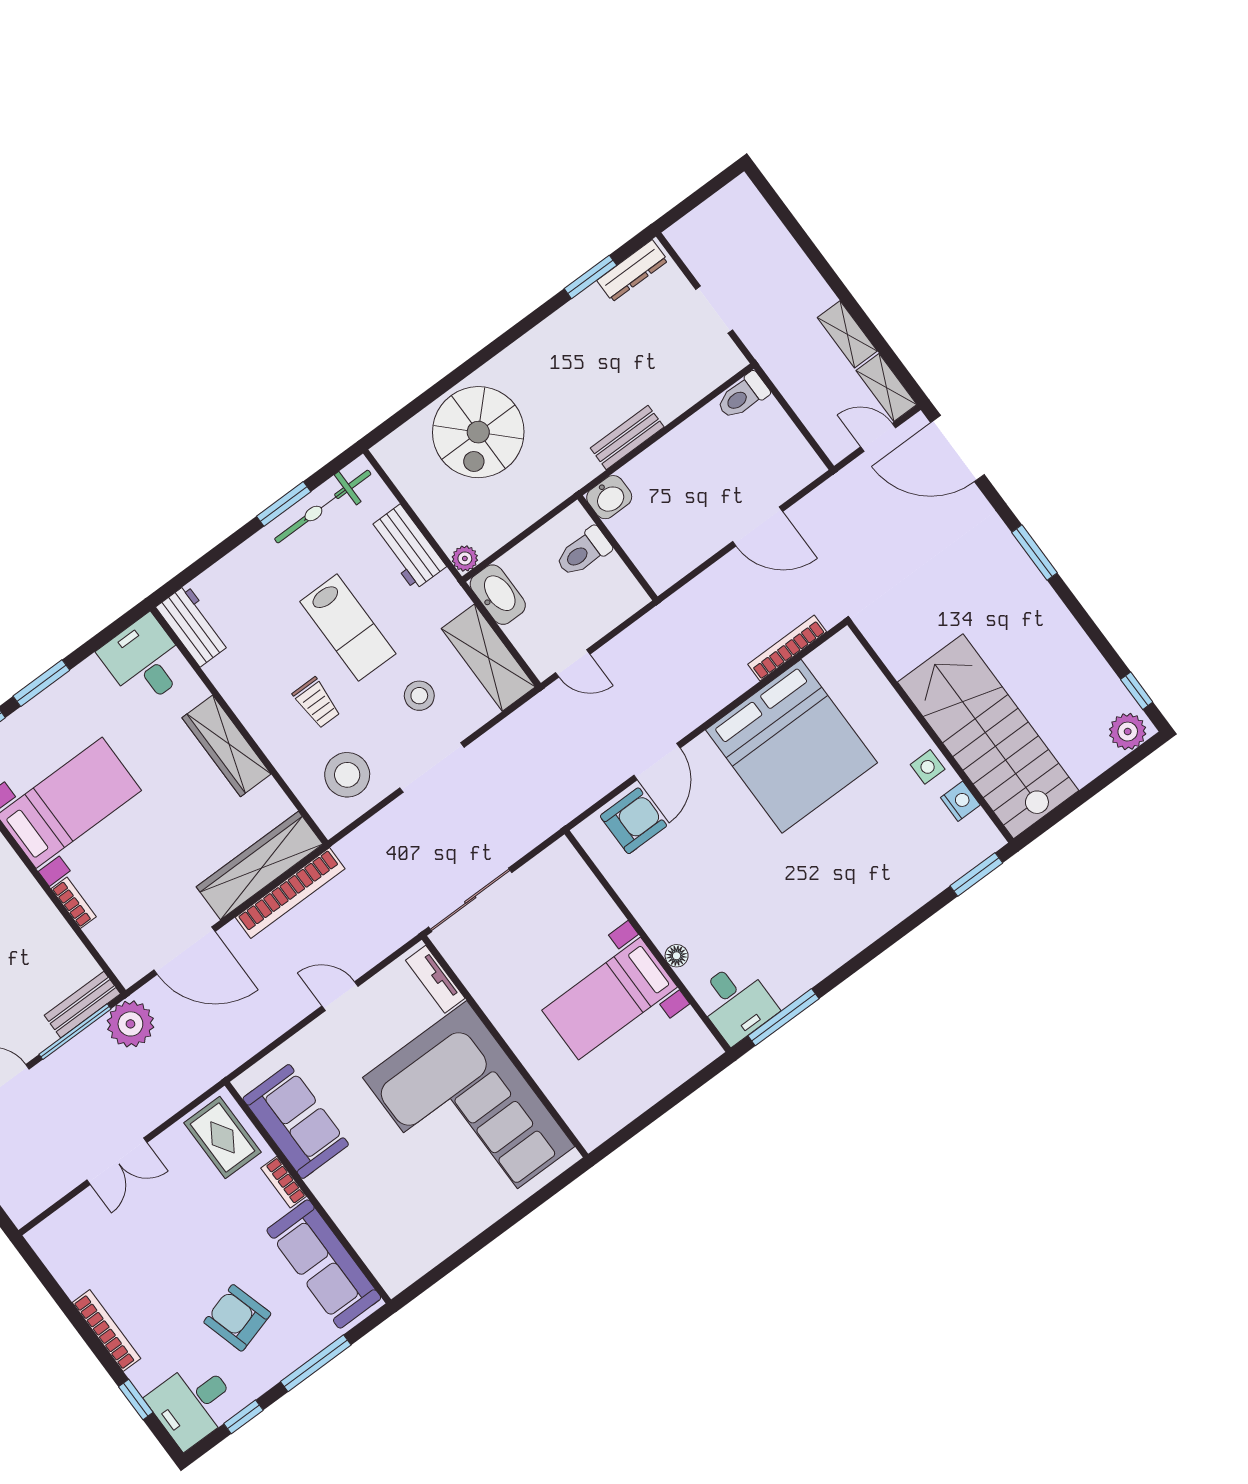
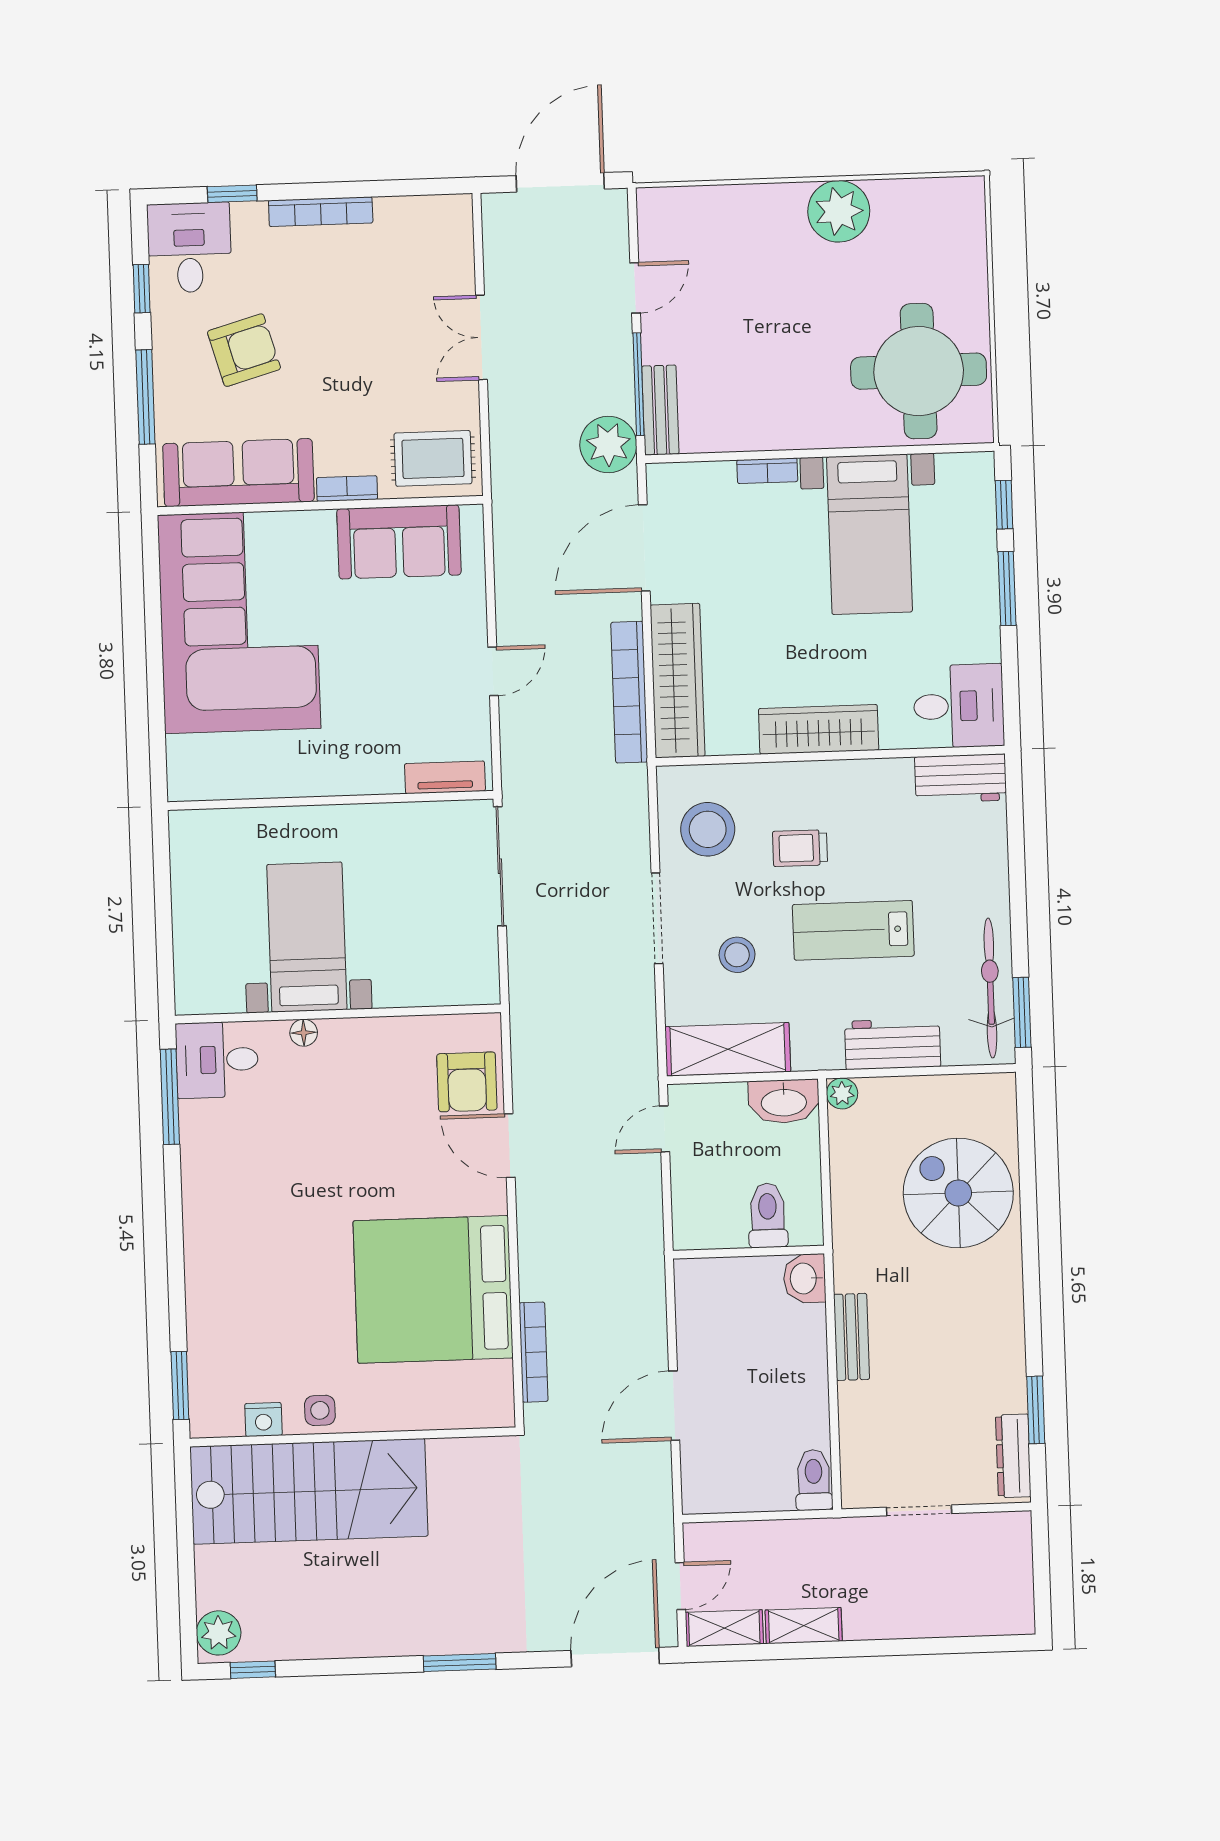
window: (284, 504) -> (1022, 1012), moved
corner sofa: (469, 1112) -> (239, 622), moved, turned 90

